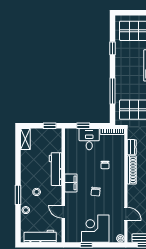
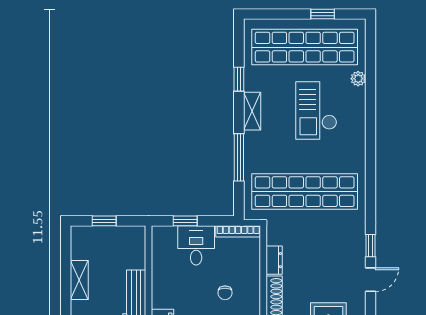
shelving: (120, 66) -> (252, 111), added
window: (50, 126) -> (104, 221), moved
shelving: (25, 139) -> (79, 280), moved

